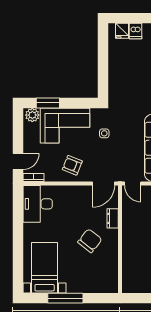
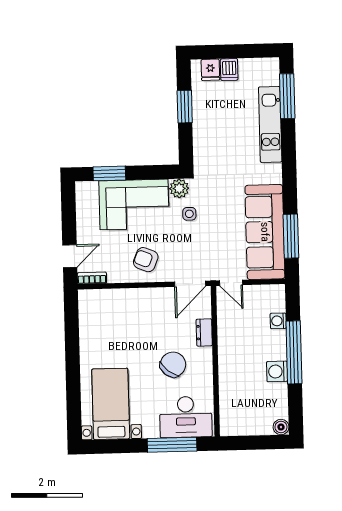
window: (103, 57) -> (185, 107), added
plant: (32, 115) -> (179, 188), moved
desk: (38, 204) -> (186, 417), moved, turned -90
window: (65, 298) -> (172, 445), moved

